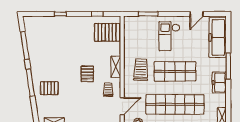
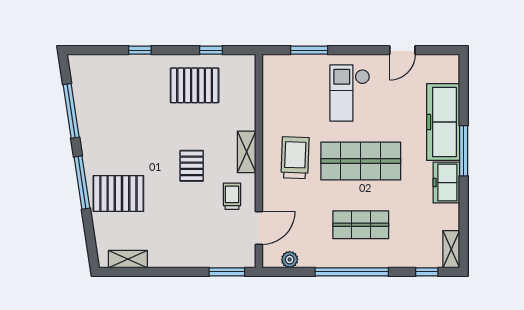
pallet: (107, 32) -> (195, 85), moved
freezer: (218, 37) -> (443, 122), moved
pallet: (49, 88) -> (118, 193), width x1.50, depth x1.42
shop shelf: (175, 104) -> (361, 225), width x0.50, depth x0.74

